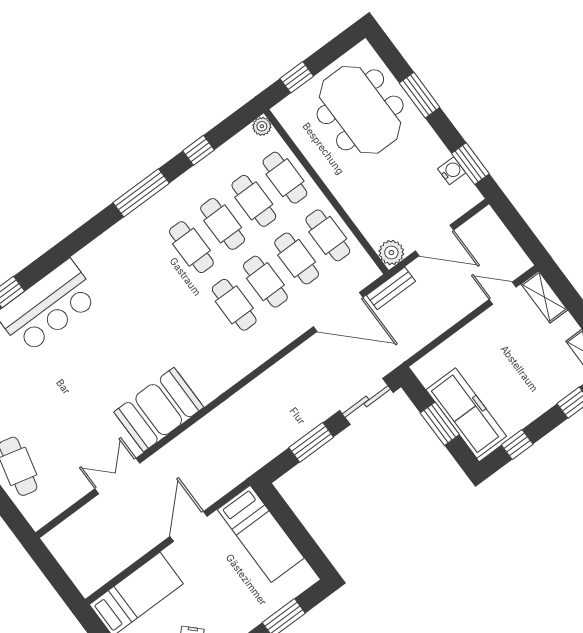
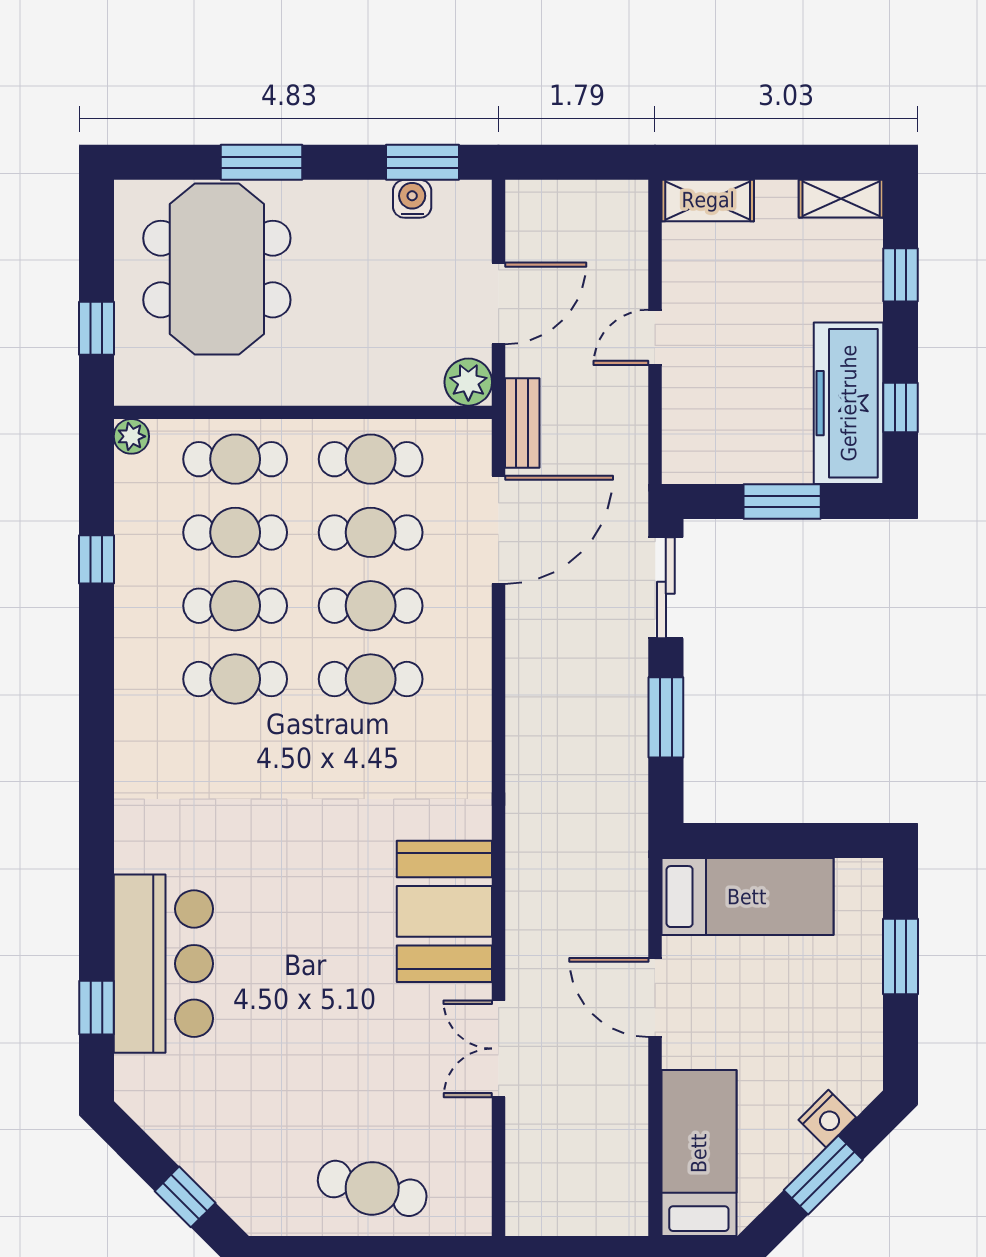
meeting table: (360, 110) -> (217, 269), turned 90
window: (141, 193) -> (96, 694), removed
door: (503, 293) -> (655, 337), moved
freezer: (466, 413) -> (849, 403), moved, turned -90

